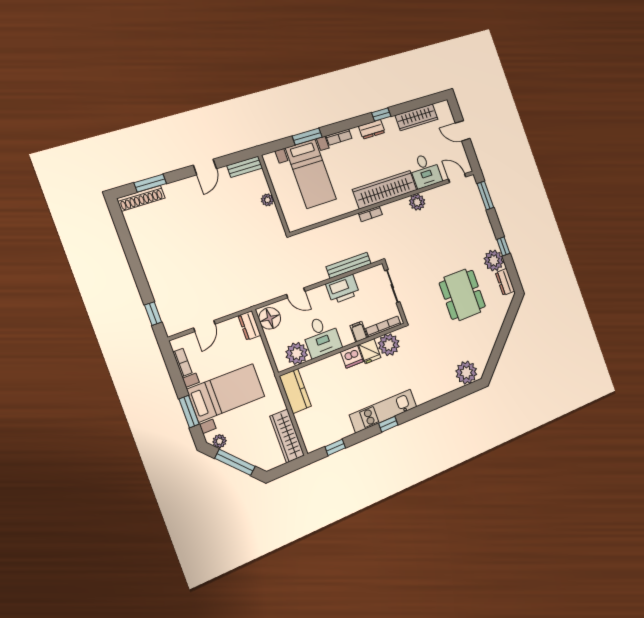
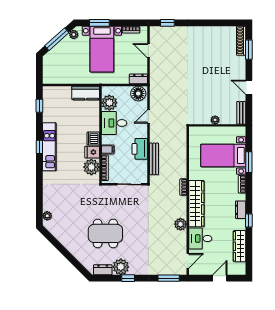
plant: (466, 373) -> (47, 216), width x0.53, depth x0.53
wardrobe: (287, 436) -> (60, 77), removed

